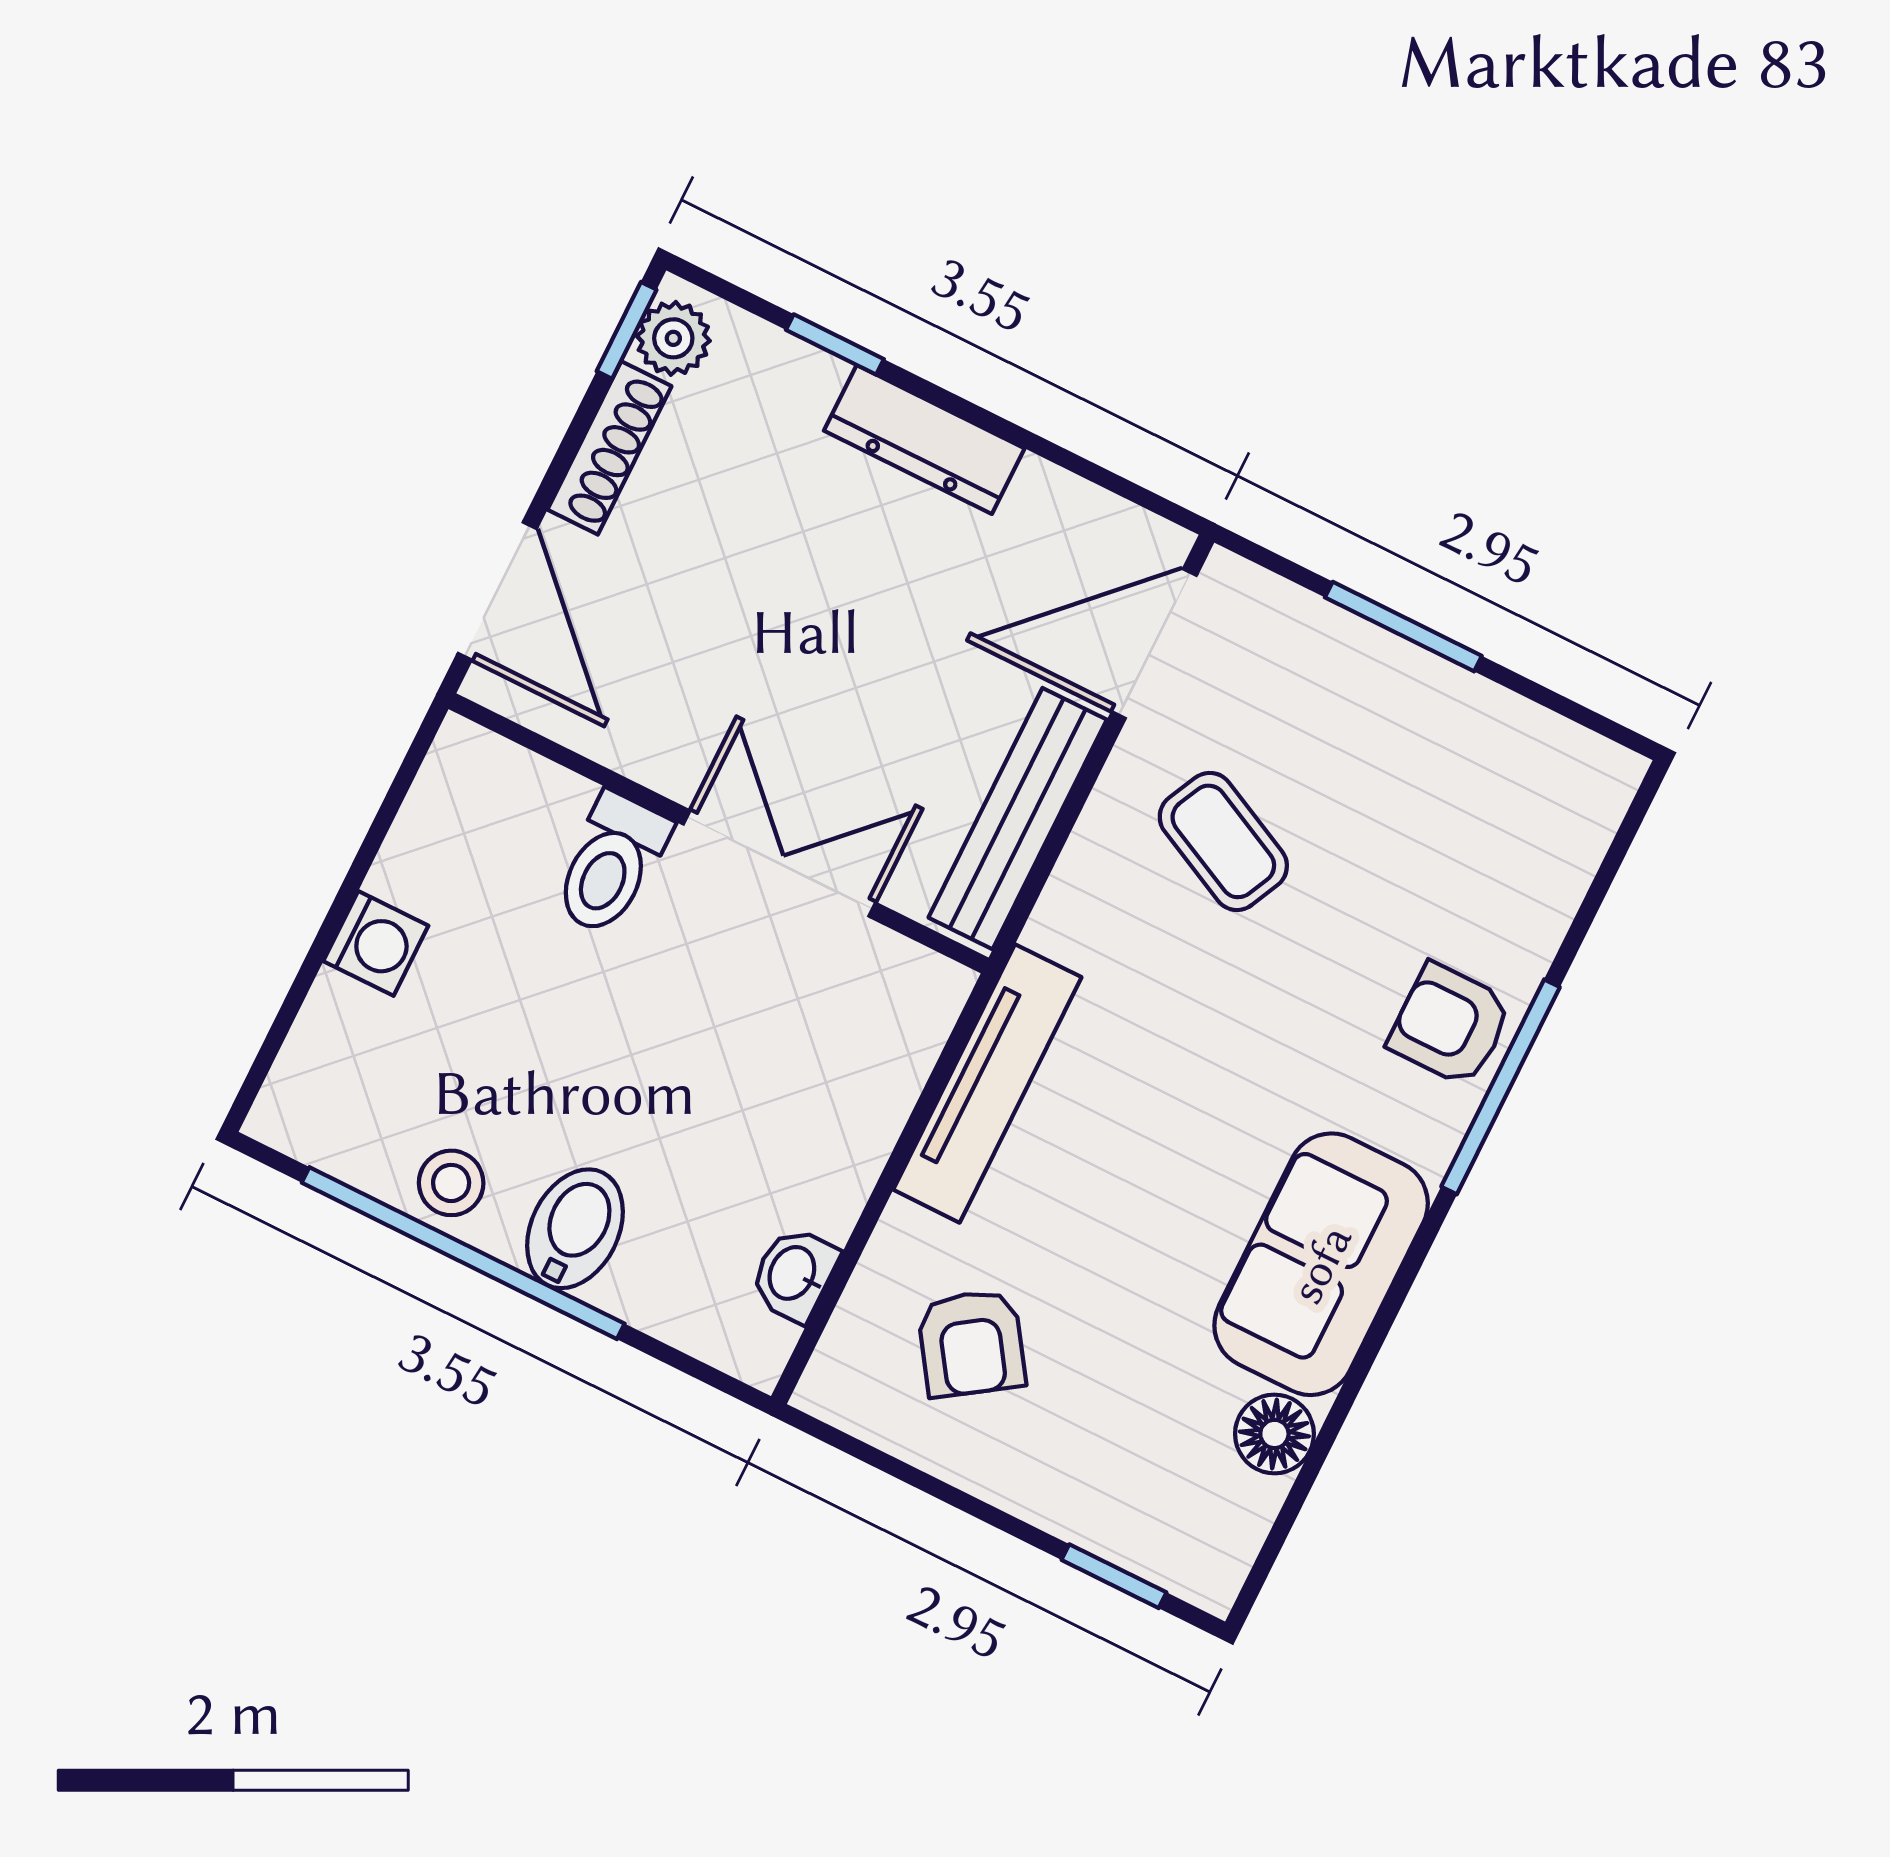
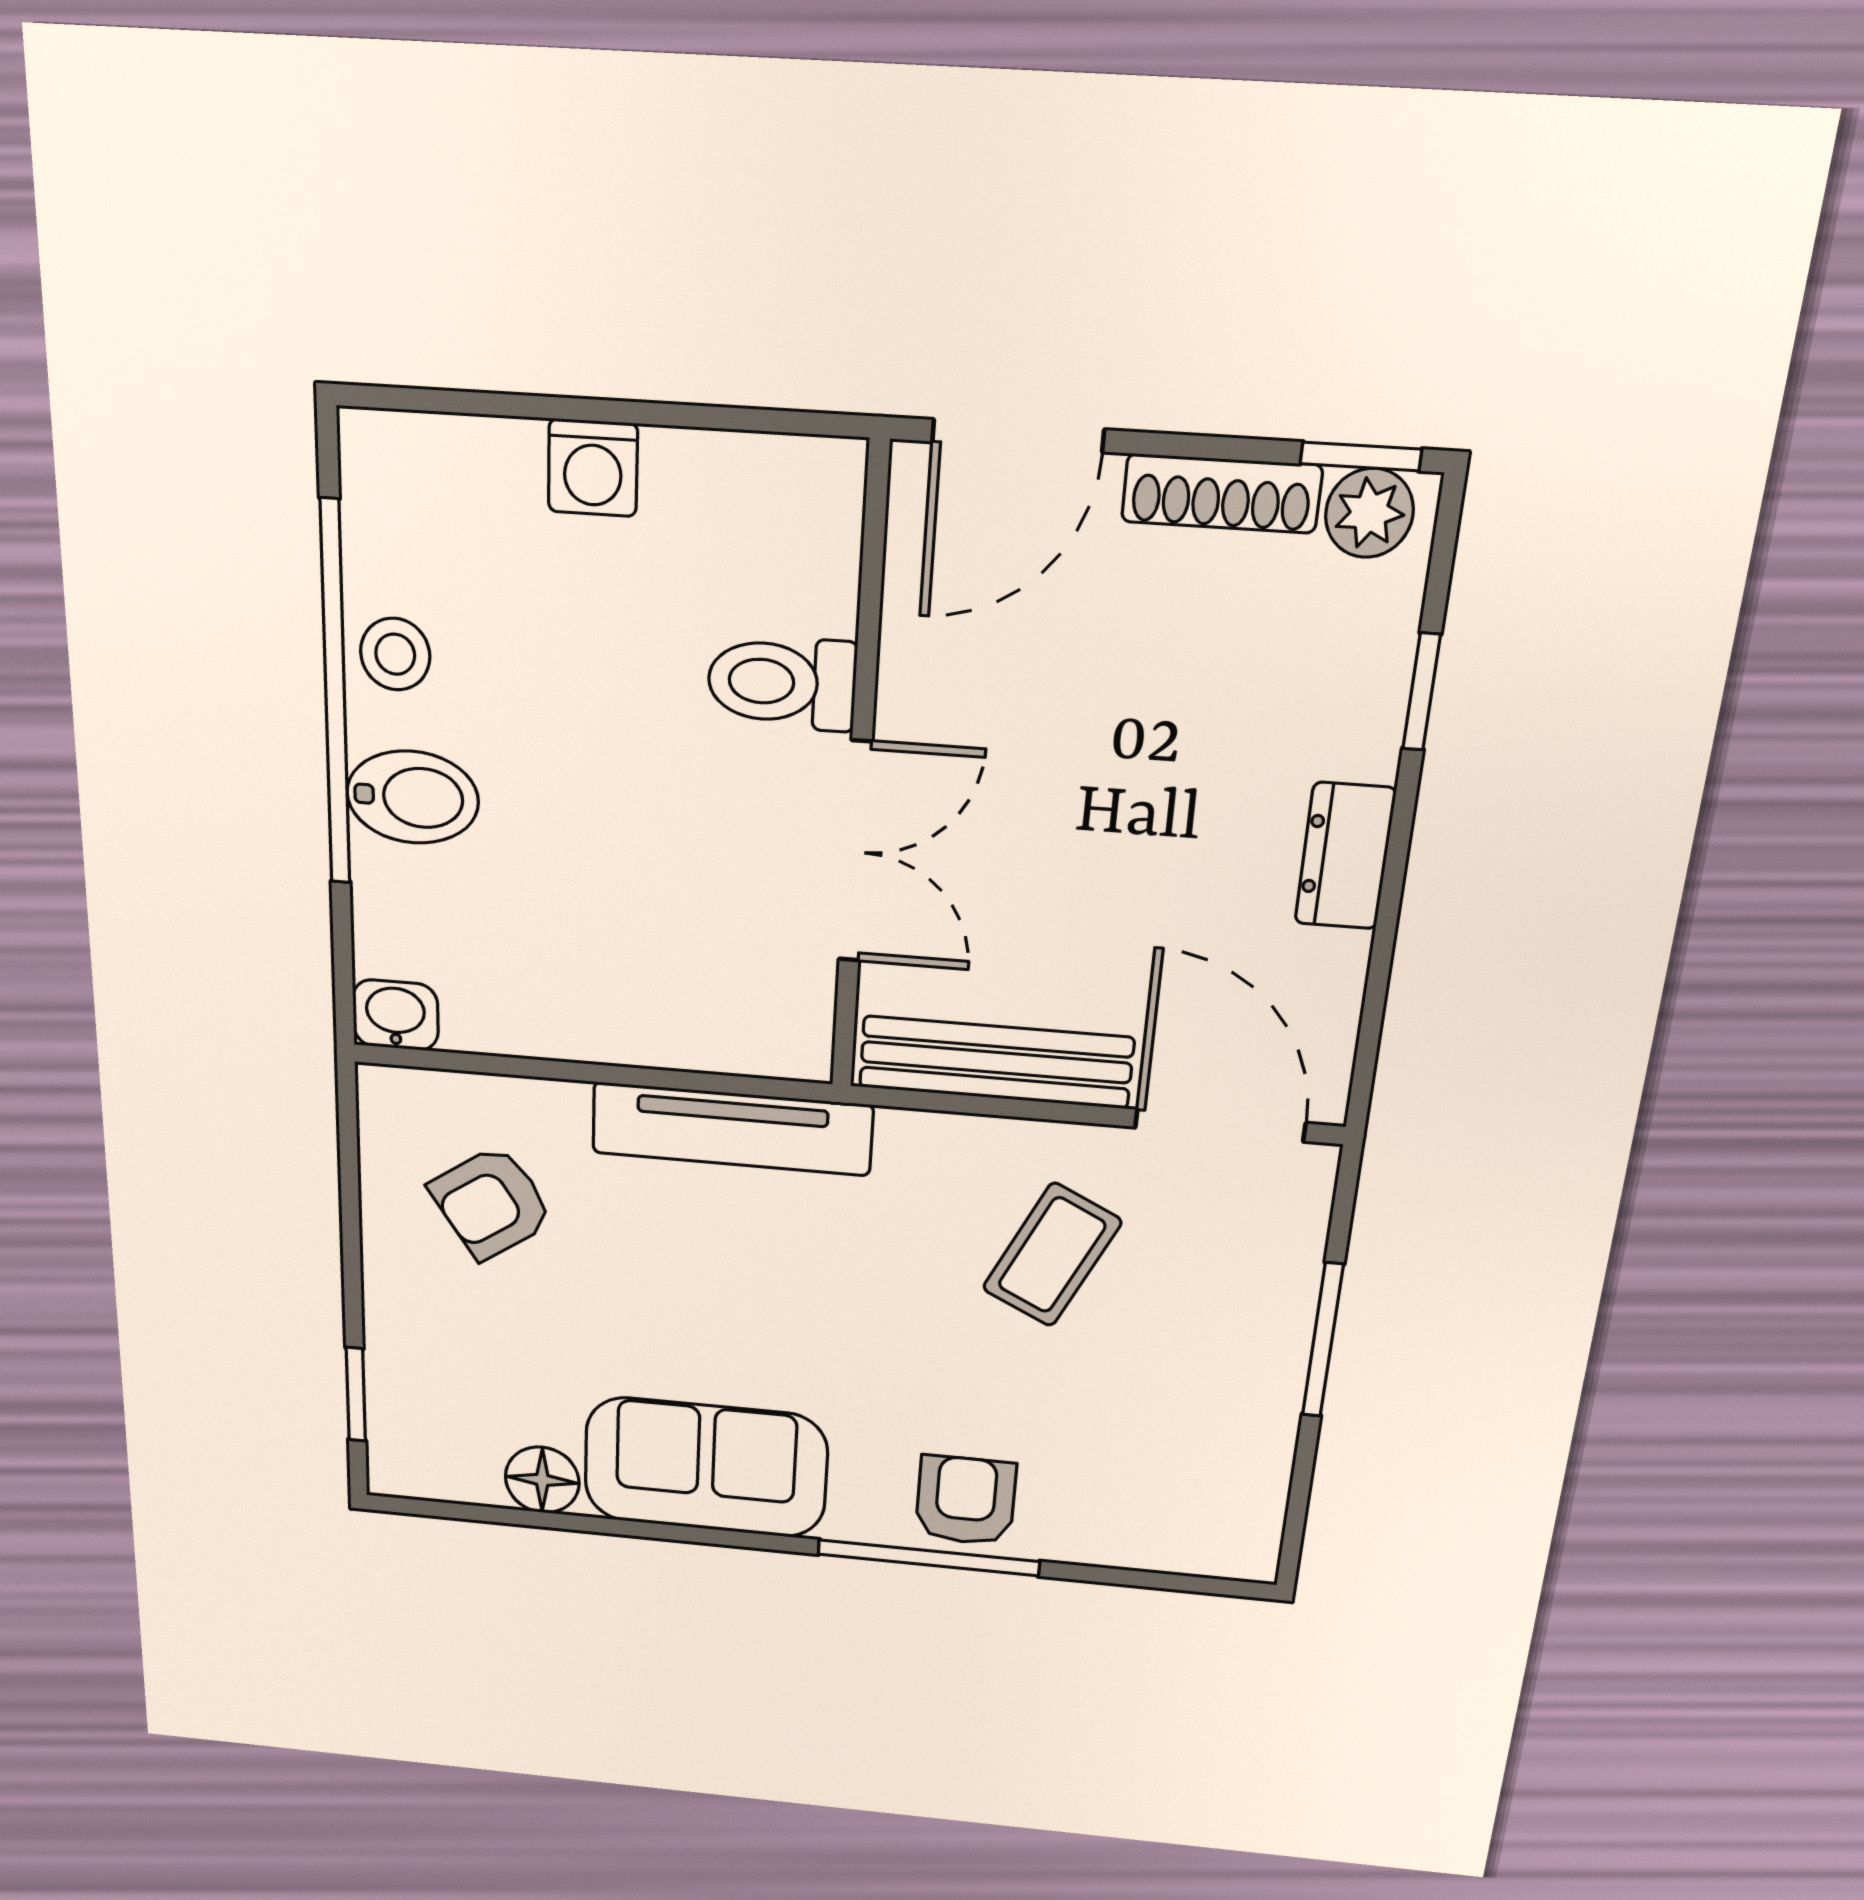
dresser: (924, 440) -> (1345, 856), width x0.70
washbasin: (794, 1274) -> (395, 1015), moved

